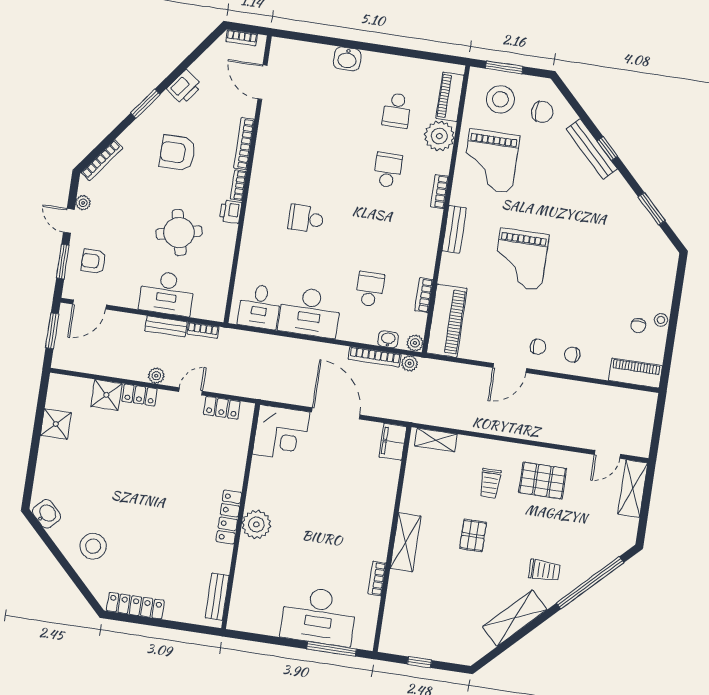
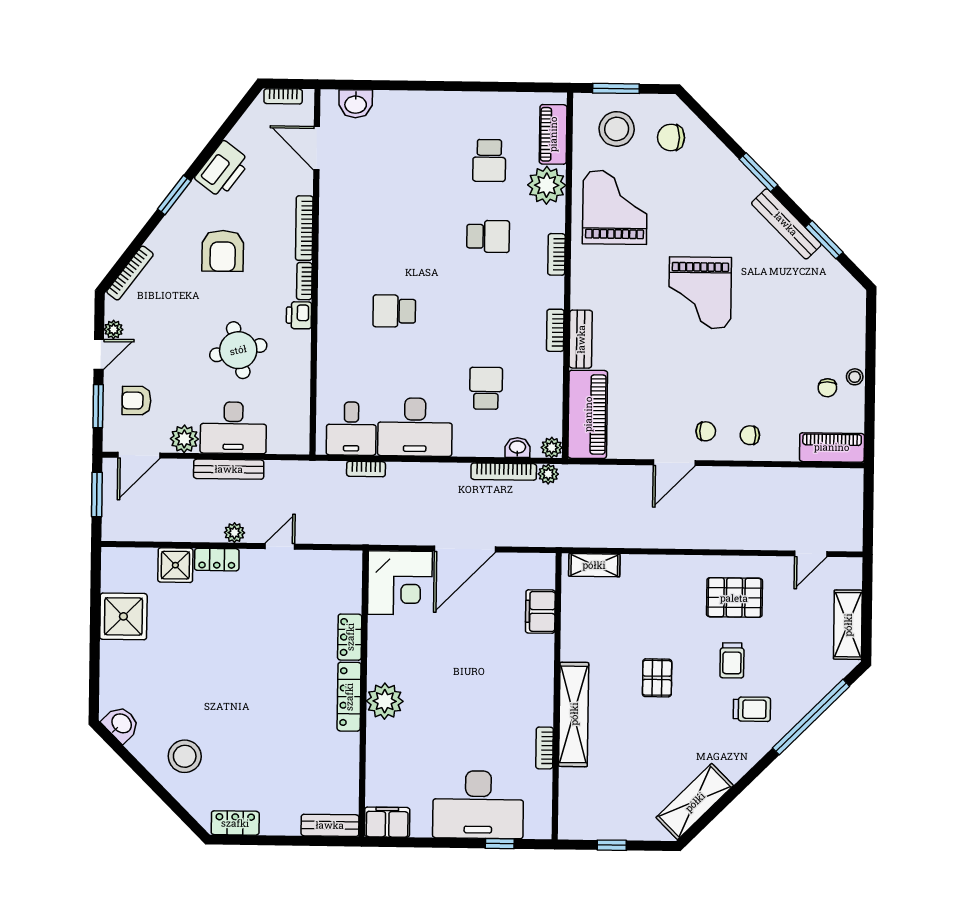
washbasin: (347, 59) -> (356, 104), moved
printer: (184, 87) -> (222, 169), width x1.37, depth x1.19
chair: (542, 112) -> (671, 137), turned 180
bench: (592, 149) -> (786, 224), moved
window: (607, 149) -> (758, 172), width x1.50
armchair: (177, 153) -> (223, 251), turned -90
grand piano: (491, 161) -> (615, 207), turned 180
school desk: (388, 170) -> (488, 236), turned 90
door: (69, 221) -> (99, 354), swing flipped
bench: (454, 229) -> (581, 339), moved
grand piano: (521, 259) -> (700, 293), moved
bookcase: (424, 295) -> (555, 330), moved
plant: (127, 297) -> (184, 439), added
bench: (166, 326) -> (229, 469), width x1.36
bookcase: (203, 330) -> (366, 469), moved
locker: (222, 408) -> (350, 637), moved, turned 90
door: (336, 413) -> (465, 549), swing flipped
shower: (56, 424) -> (123, 616), width x1.36, depth x1.36
filing cabinet: (393, 442) -> (540, 612), moved
trolley: (490, 483) -> (732, 660), moved
shelving: (633, 488) -> (848, 625), moved
shelving: (405, 542) -> (574, 714), width x1.47
bench: (217, 597) -> (330, 825), moved, turned 90
locker: (135, 606) -> (235, 823), width x0.66
shelving: (515, 618) -> (695, 802), moved
filing cabinet: (245, 620) -> (387, 822), added
window: (332, 649) -> (500, 844), width x0.46

